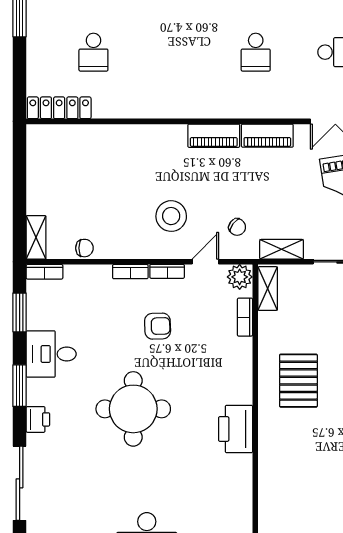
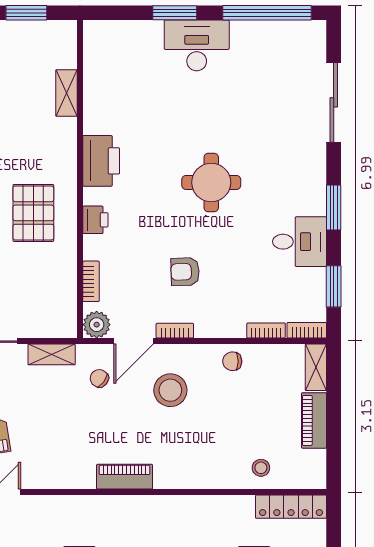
piano: (267, 136) -> (314, 420), moved, turned -90
stool: (87, 144) -> (261, 468), added
chair: (84, 248) -> (232, 361), moved
door: (205, 262) -> (134, 341), width x1.38
bookcase: (130, 272) -> (266, 330), moved
shelving: (268, 289) -> (66, 93), moved
round table: (133, 409) -> (211, 182), width x0.73, depth x0.73
printer: (38, 419) -> (95, 220), moved, turned 180

